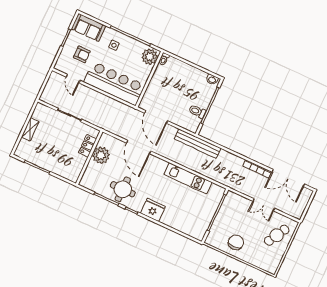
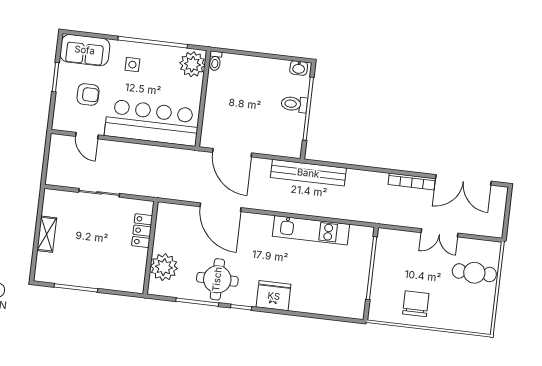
toilet: (197, 111) -> (294, 104), moved
plant: (101, 155) -> (164, 267), moved
cafe table: (277, 235) -> (474, 273), turned 61

